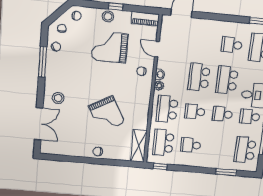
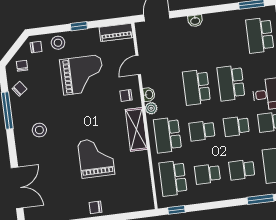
stool: (108, 16) -> (58, 43), moved
washbasin: (211, 24) -> (195, 21), added
school desk: (232, 45) -> (242, 170), moved
grand piano: (110, 47) -> (82, 75), turned 180
door: (157, 49) -> (138, 65), hinge flipped
stool: (58, 98) -> (39, 130), moved
grand piano: (107, 114) -> (96, 158), turned -151
shelving: (139, 146) -> (136, 129), moved

